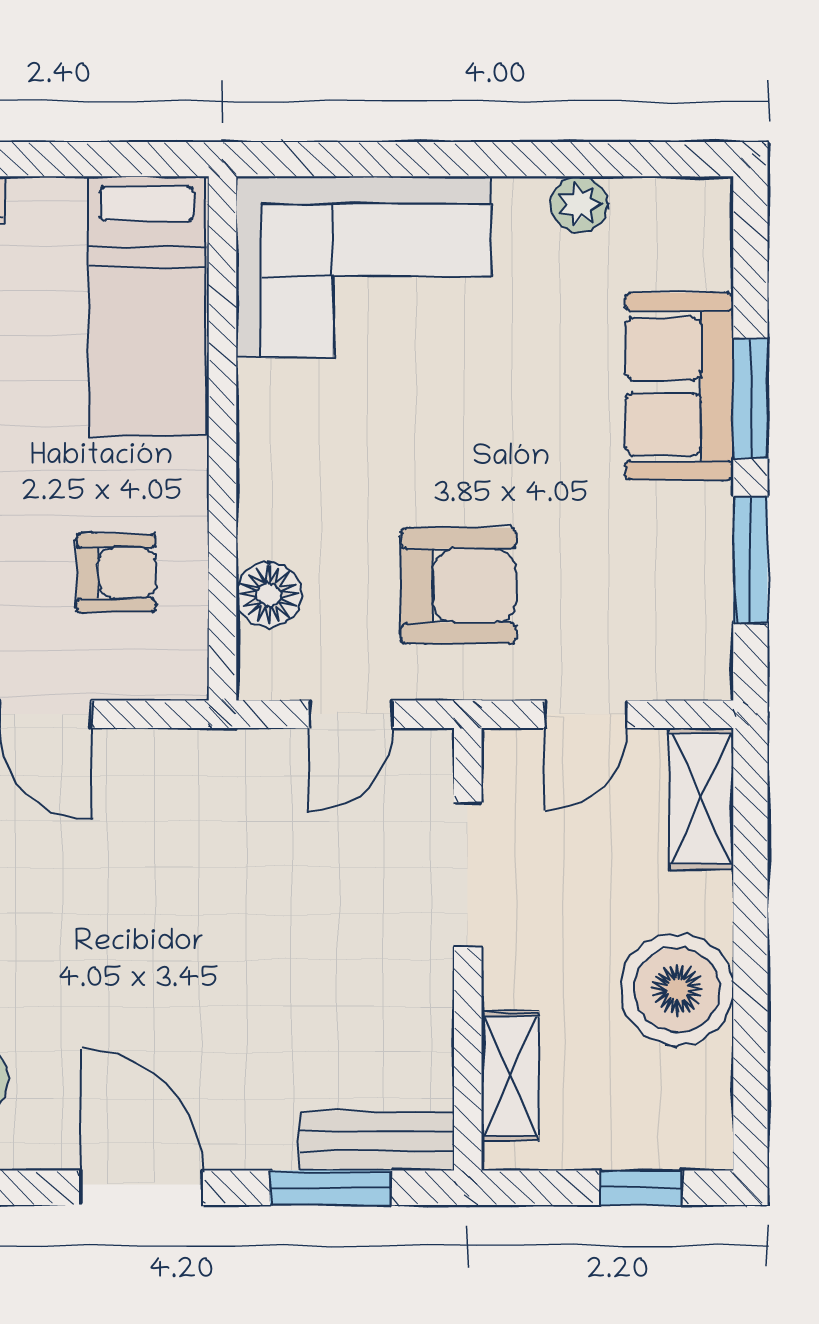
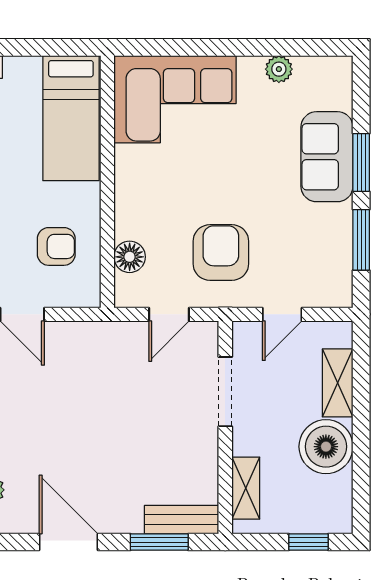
armchair: (459, 586) -> (221, 252), turned -90
shelving: (701, 799) -> (338, 383), moved

